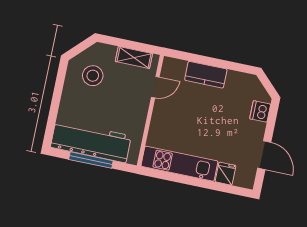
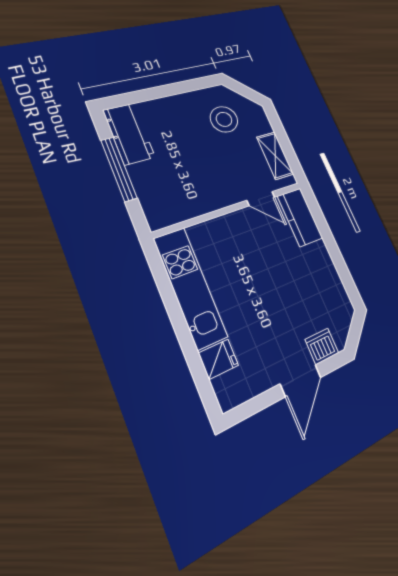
kitchen counter: (206, 75) -> (300, 217), moved
workbench: (91, 142) -> (129, 134), width x0.53, depth x0.76
door: (264, 155) -> (301, 381), moved

